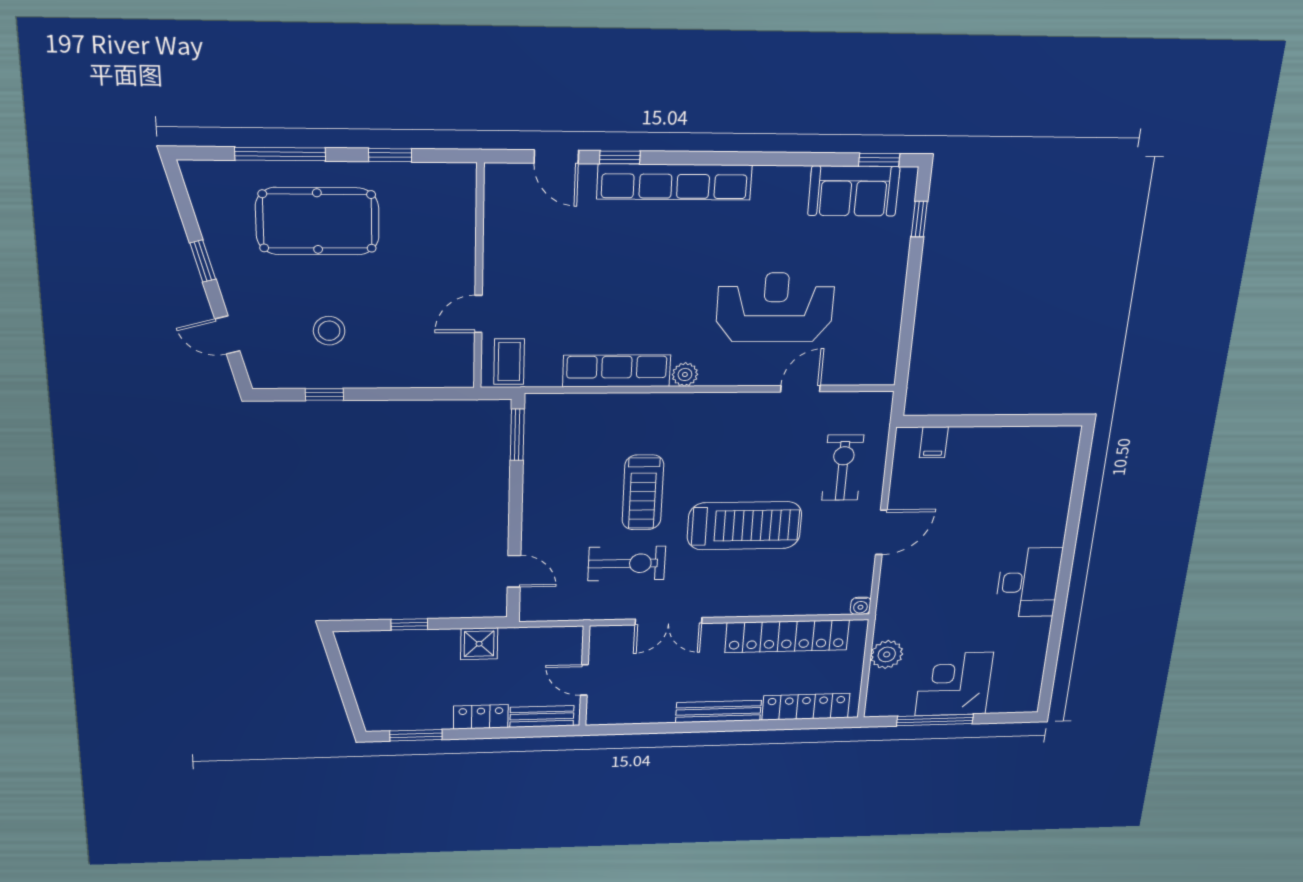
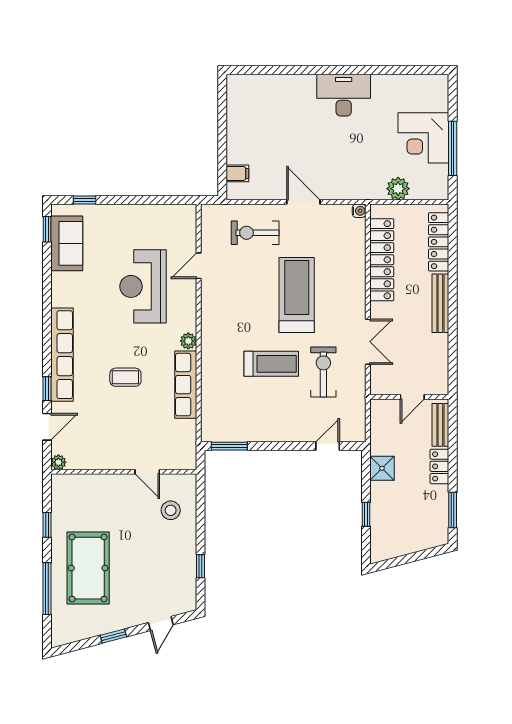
plant: (496, 175) -> (58, 462), added
stool: (329, 331) -> (171, 510), moved
coffee table: (509, 362) -> (125, 377), moved
door: (800, 389) -> (199, 266), hinge flipped

